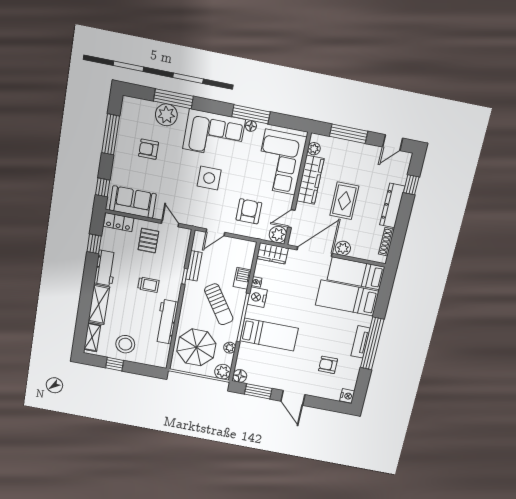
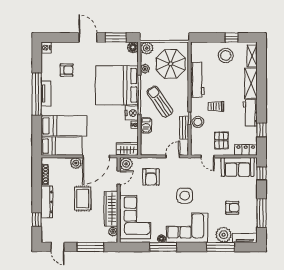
tv unit: (138, 105) -> (245, 238), added
door: (393, 143) -> (57, 247), swing flipped
stool: (175, 270) -> (198, 122), added
bed: (269, 335) -> (117, 85), width x2.04

